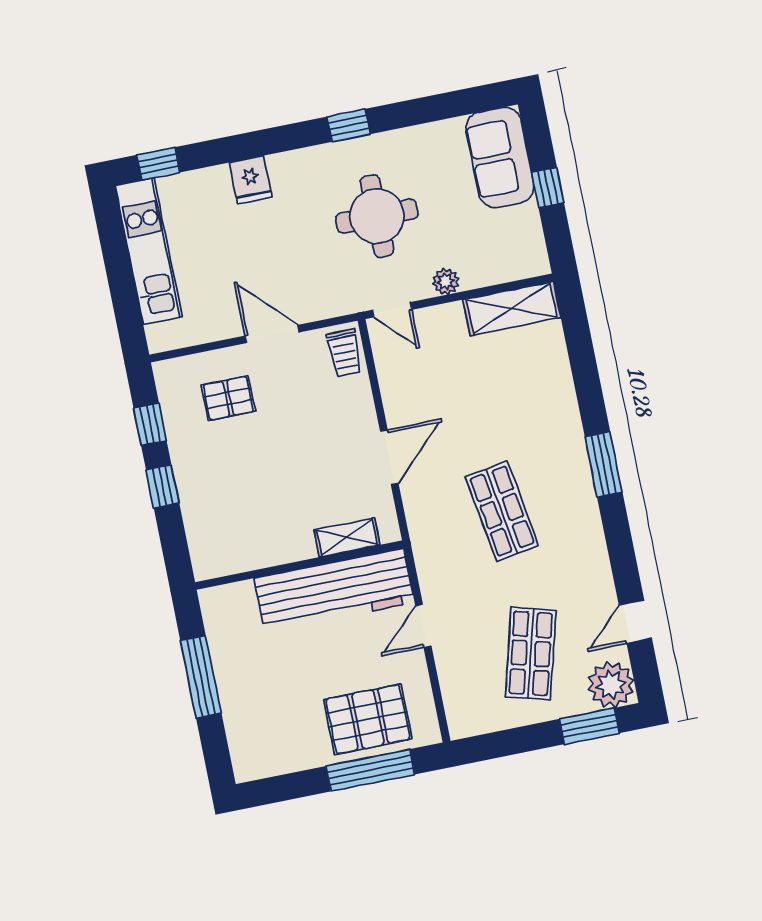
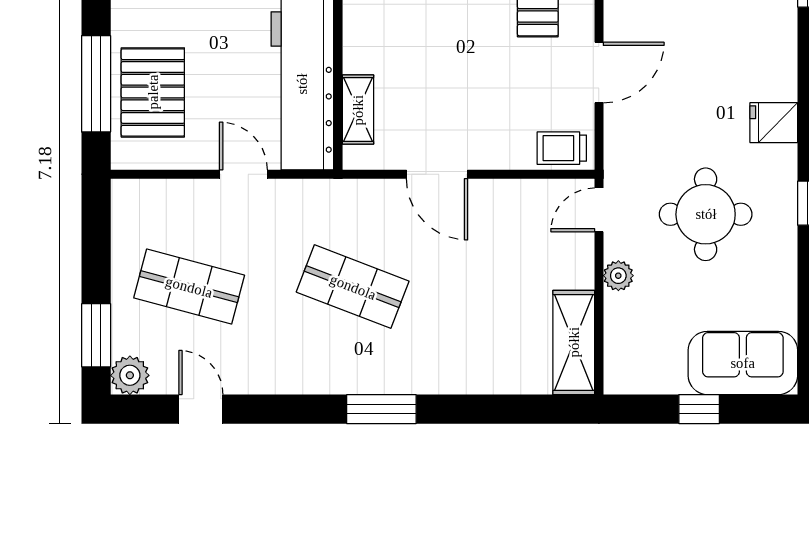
fridge: (251, 180) -> (774, 123), moved
shop shelf: (502, 511) -> (353, 287), turned 30
plant: (611, 685) -> (130, 375), width x0.73, depth x0.73

